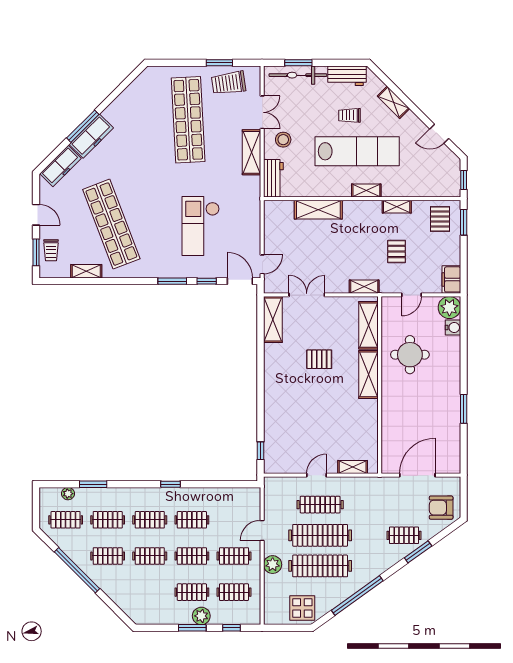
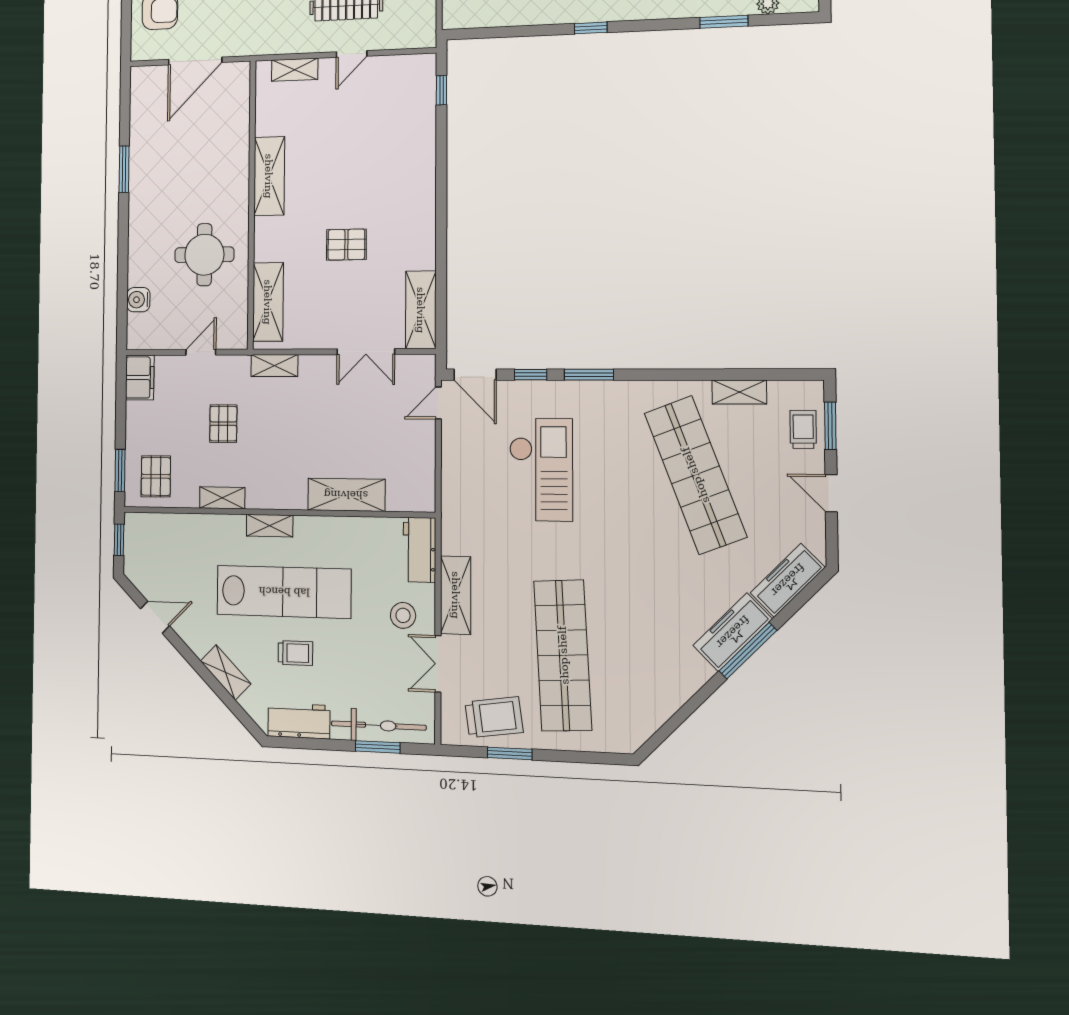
lab bench: (357, 151) -> (284, 592), turned 180
plant: (449, 308) -> (143, 332), removed
shelving: (368, 374) -> (269, 176), moved

